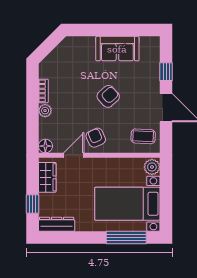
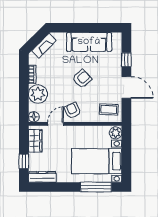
sofa: (117, 49) -> (89, 42), width x1.36
fireplace: (59, 53) -> (44, 46), added
plant: (45, 111) -> (38, 94), width x1.87, depth x1.87

